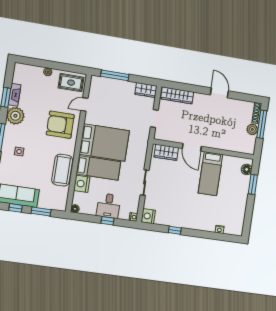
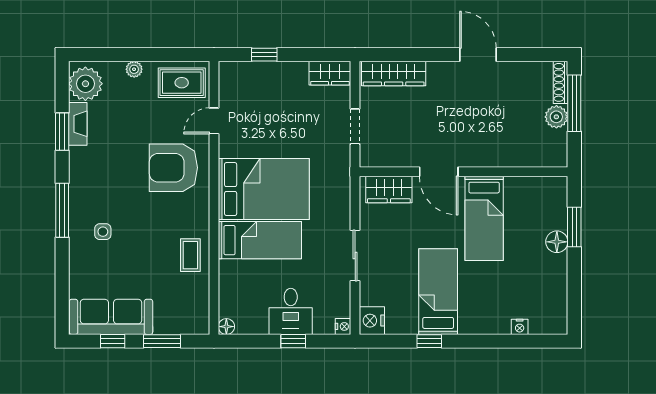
window: (115, 75) -> (264, 55), width x0.46
plant: (15, 116) -> (85, 84), moved
floor lamp: (247, 169) -> (557, 242), moved
coffee table: (62, 170) -> (190, 255), width x0.54, depth x0.58
nightstand: (82, 184) -> (232, 276), removed
bed: (183, 206) -> (438, 292), added

